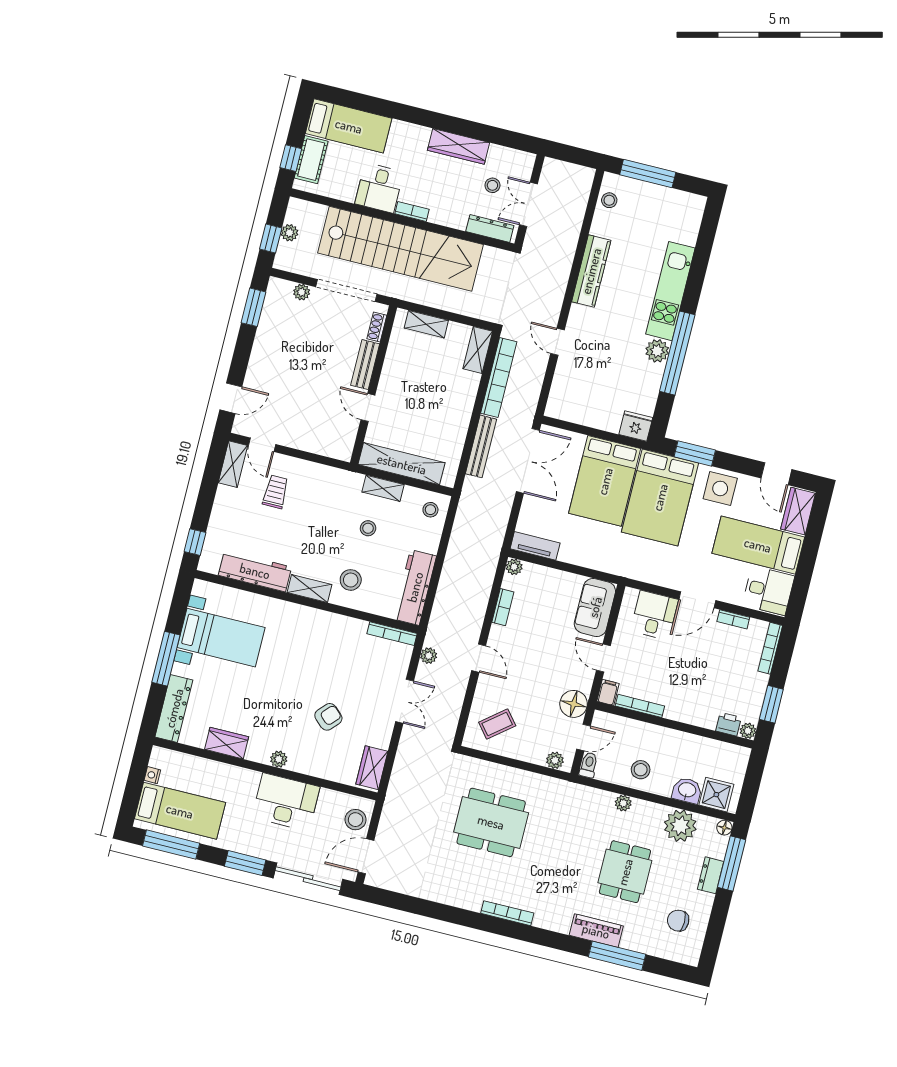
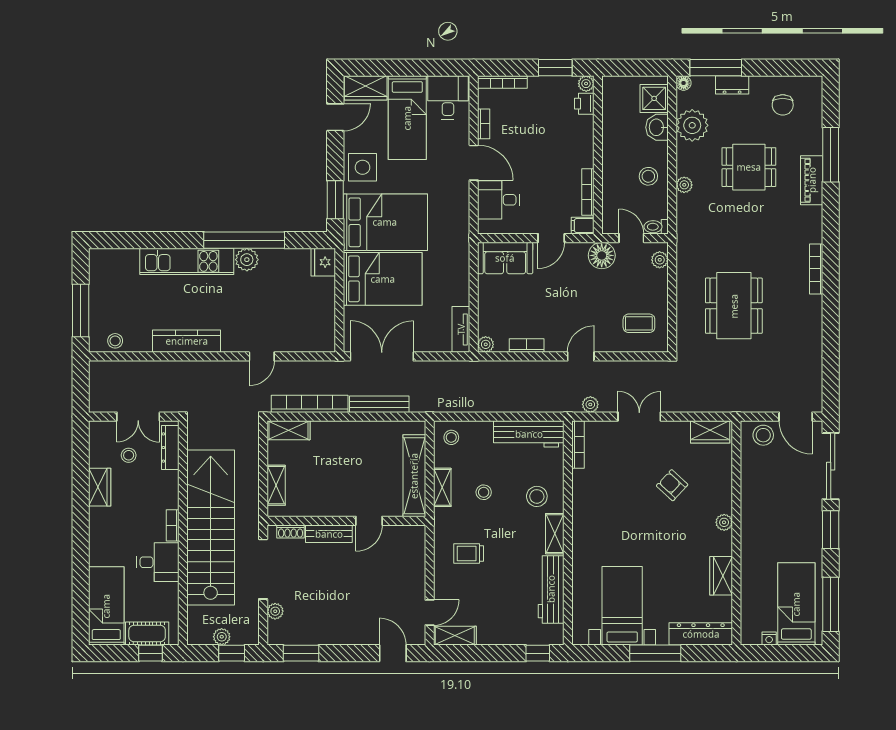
wardrobe: (459, 146) -> (100, 487), width x0.67
trolley: (276, 492) -> (469, 553), moved
coffee table: (497, 724) -> (639, 323), turned -51
desk: (286, 802) -> (763, 505), removed

